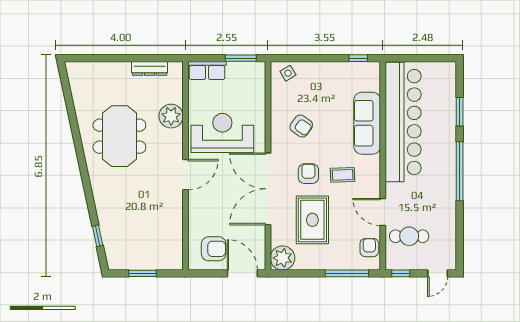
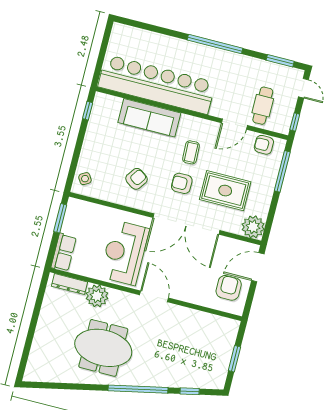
dresser: (150, 68) -> (70, 284), moved, turned 90
window: (460, 112) -> (280, 61), moved
window: (86, 183) -> (138, 389), added

